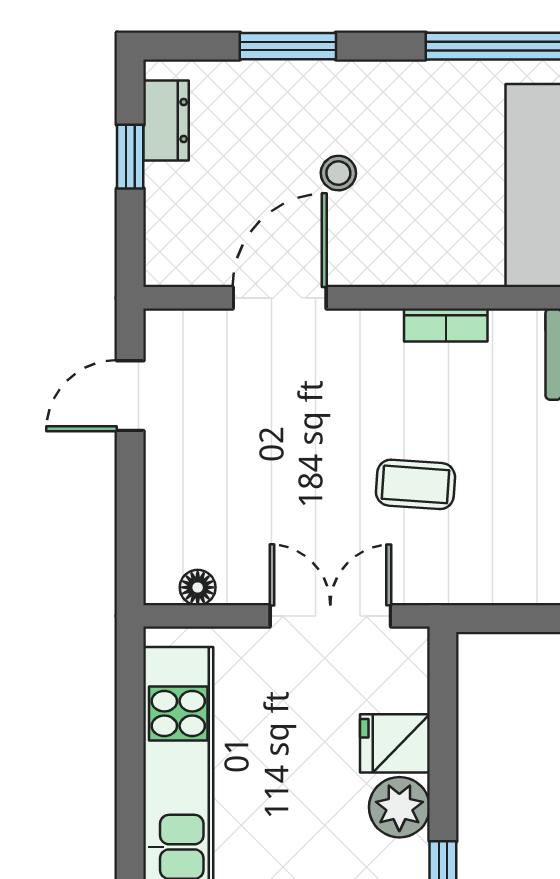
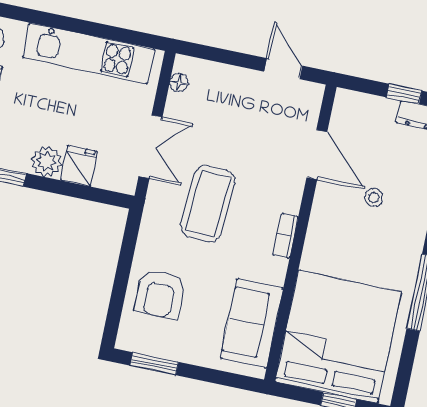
coffee table: (415, 484) -> (208, 204), width x1.86, depth x1.72

